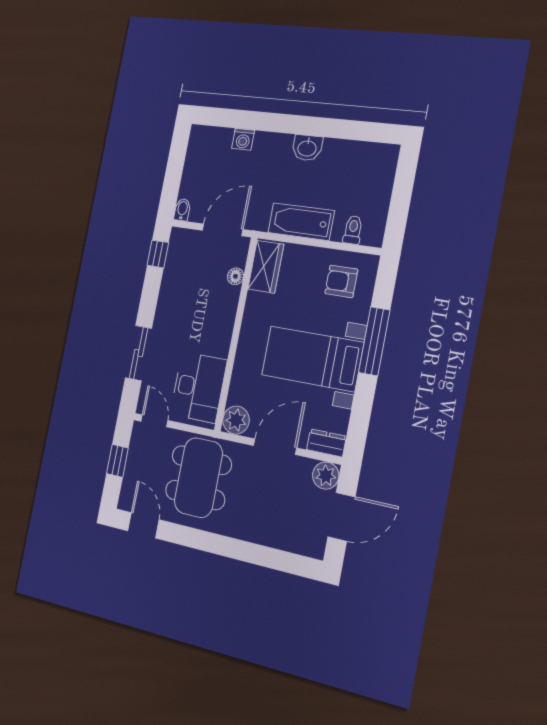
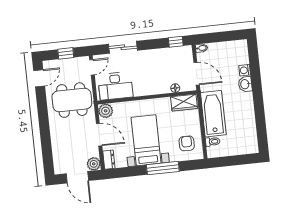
washbasin: (307, 148) -> (245, 84), moved
bathtub: (301, 222) -> (213, 114), width x1.36, depth x1.36

